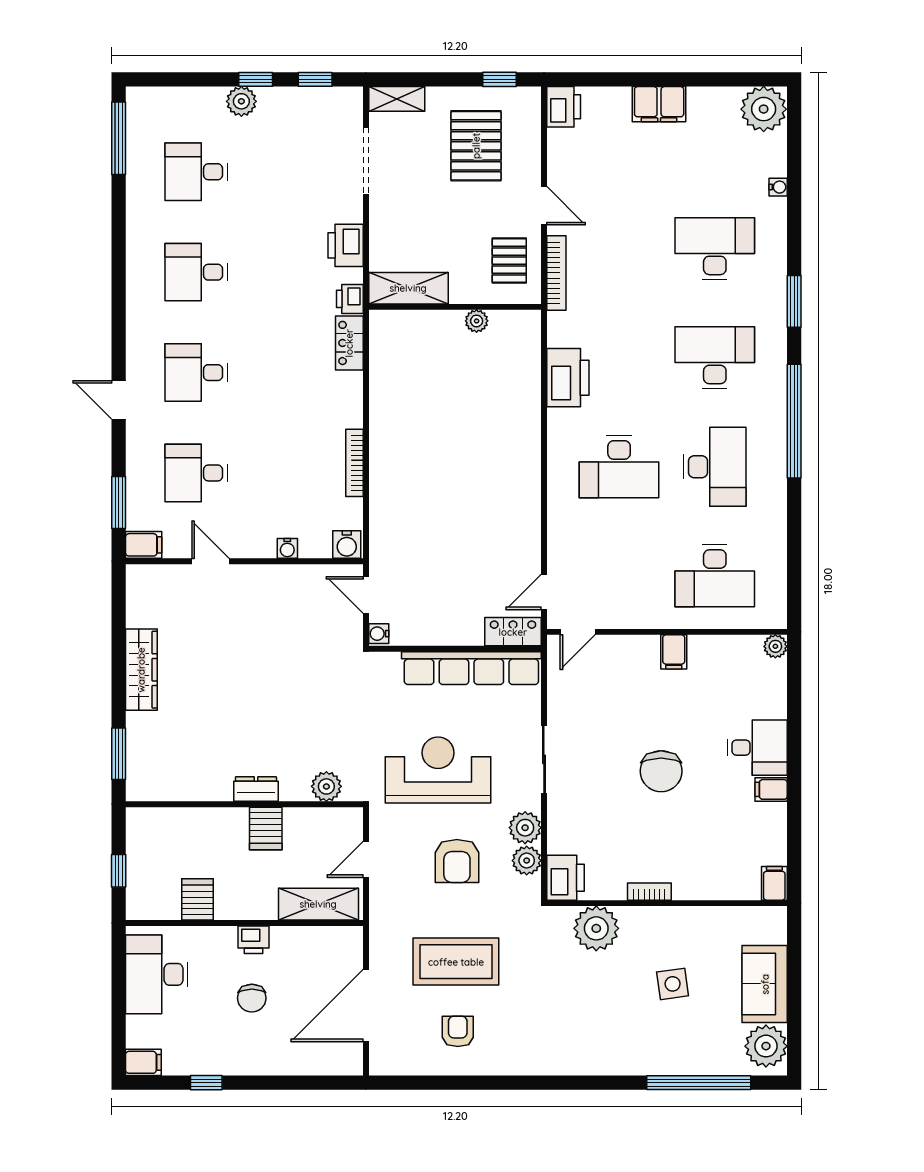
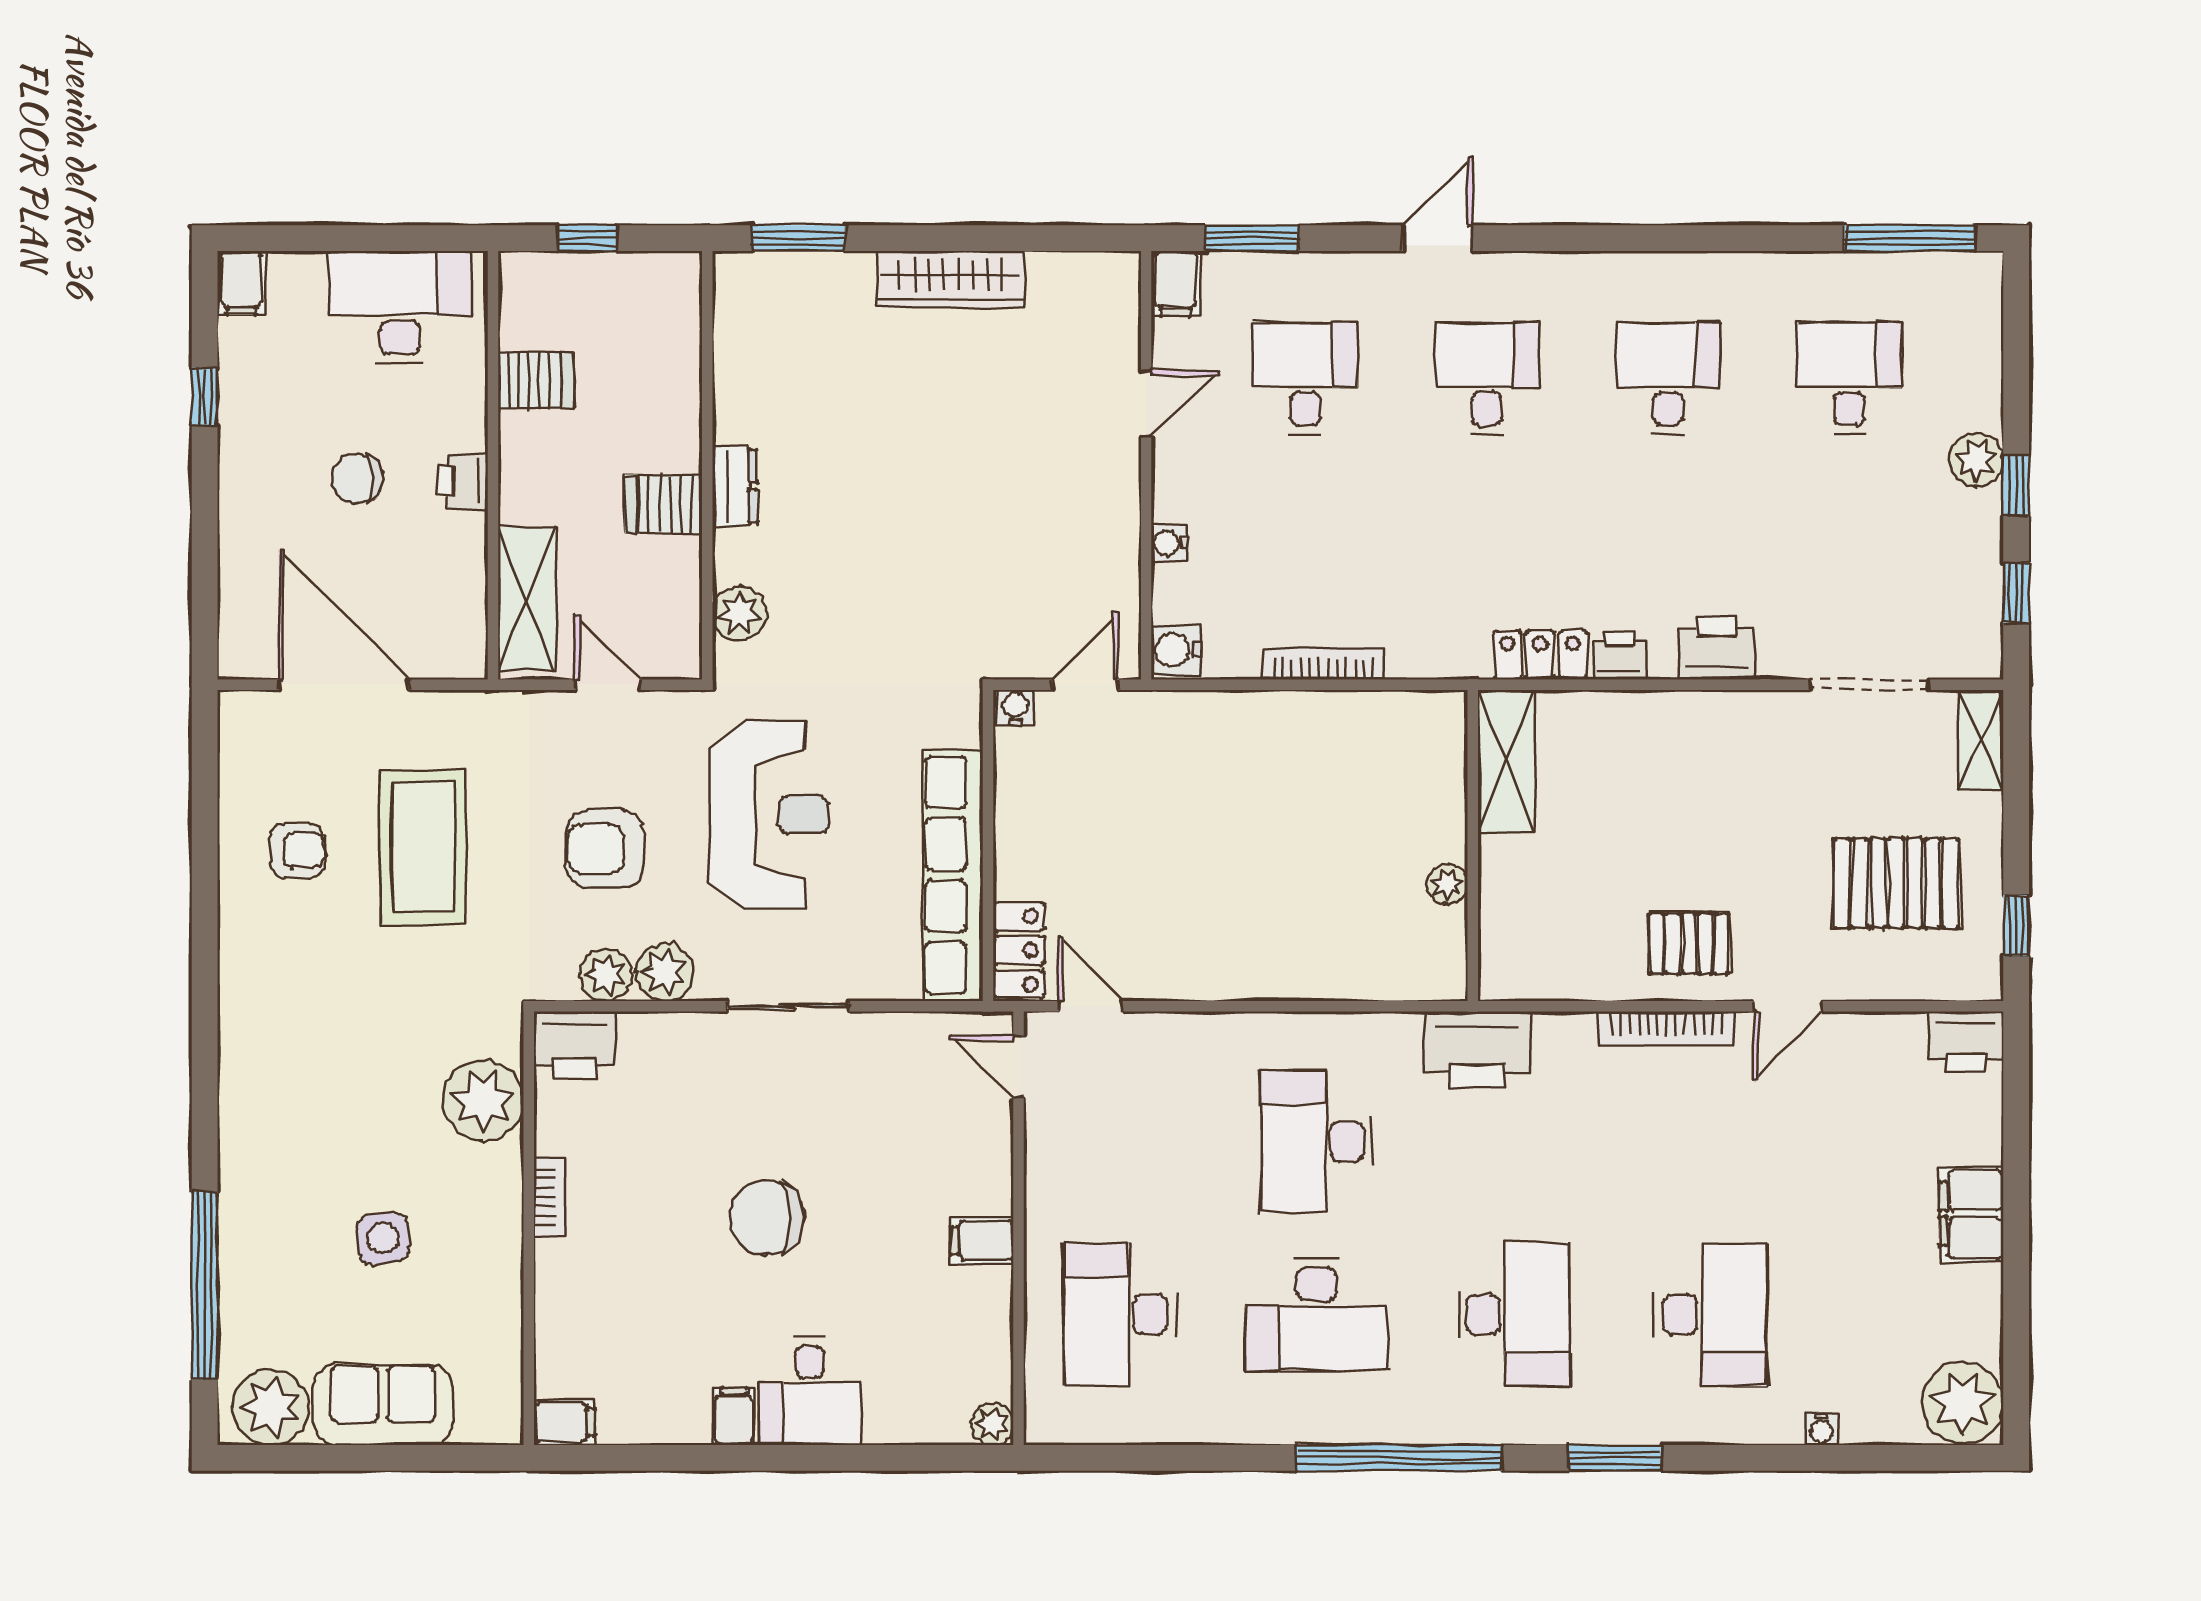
shelving: (408, 288) -> (1506, 761), moved
wall: (455, 307) -> (1473, 845), moved
plant: (477, 321) -> (1447, 884), moved

